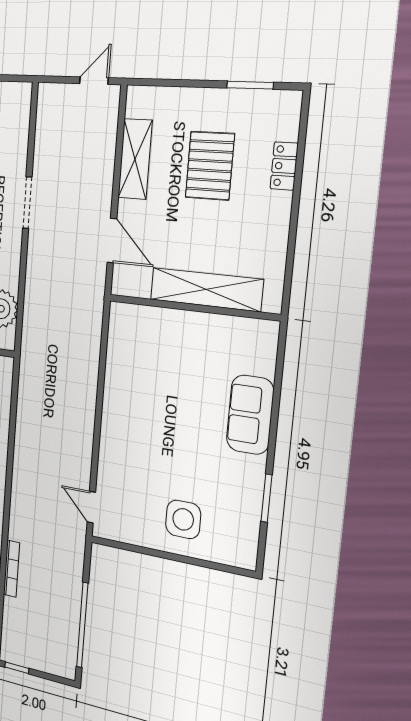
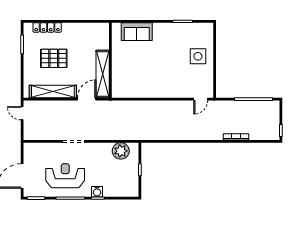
shelving: (135, 159) -> (53, 92), width x1.47
locker: (284, 166) -> (47, 27), width x1.53
shelving: (206, 290) -> (103, 74), moved
sofa: (250, 415) -> (137, 32), moved

